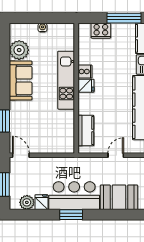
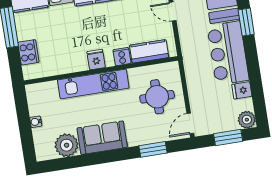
cooker: (85, 71) -> (122, 57), moved
round table: (47, 131) -> (157, 97), added
plant: (27, 202) -> (247, 120), moved
window: (71, 215) -> (246, 22), moved

